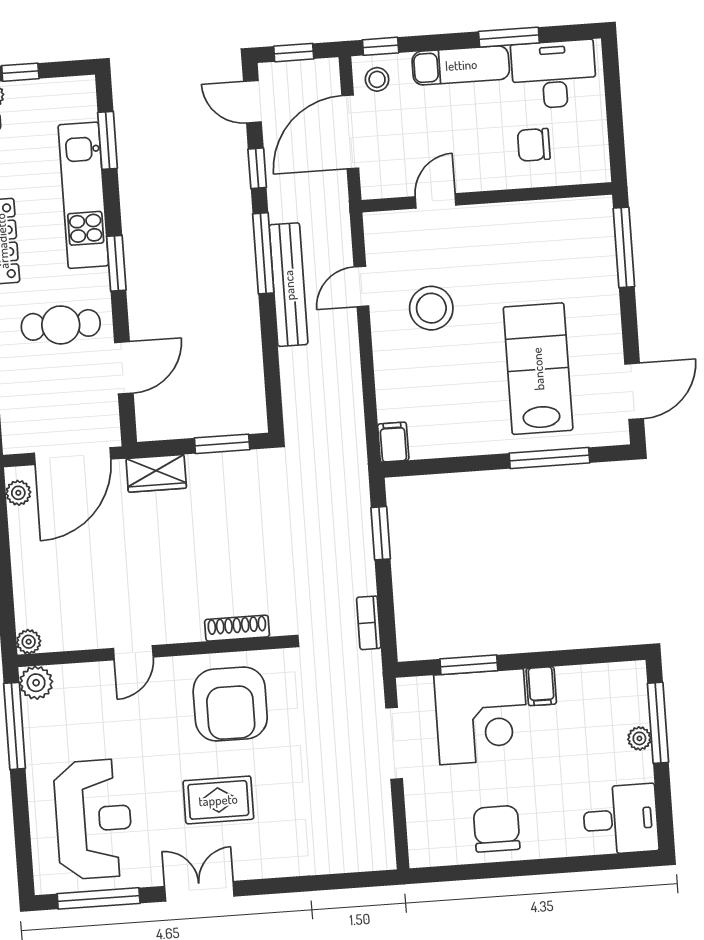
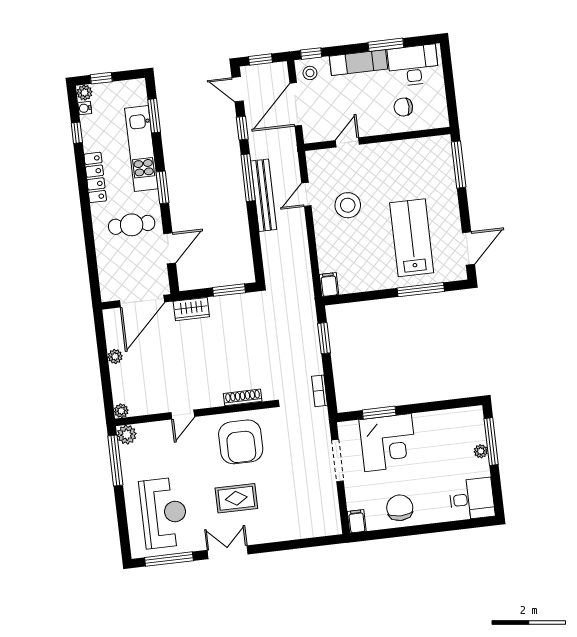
plant: (18, 493) -> (115, 356), moved
filing cabinet: (541, 686) -> (357, 521), moved, turned 180

